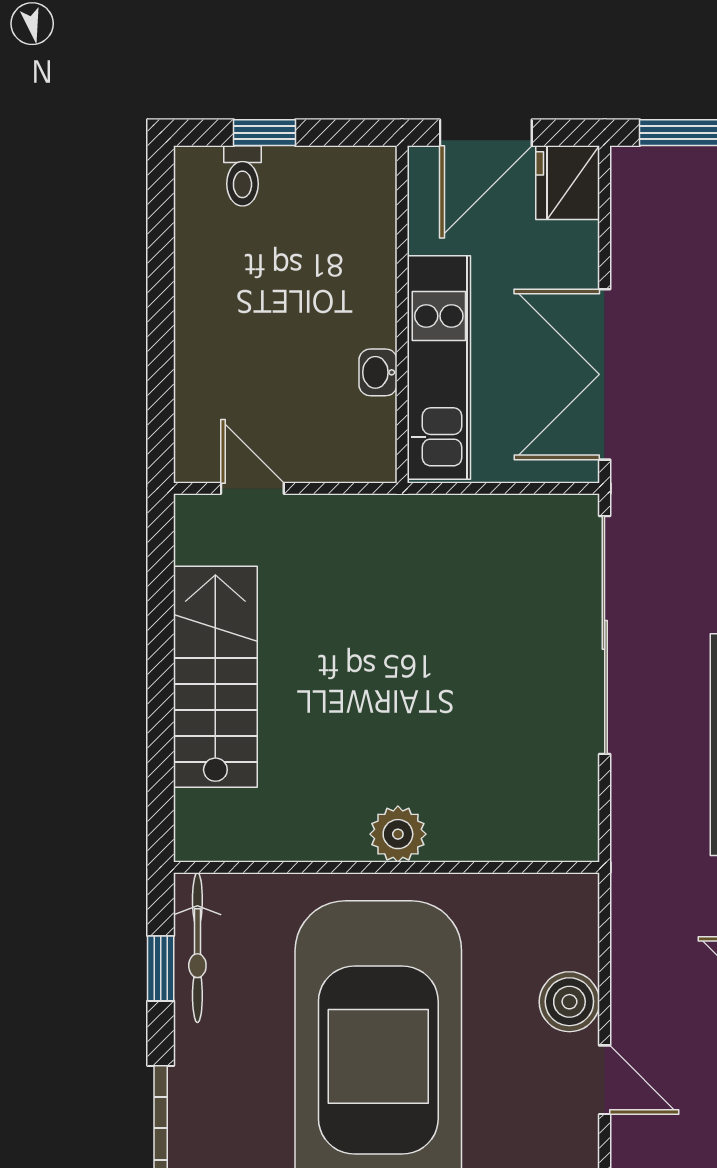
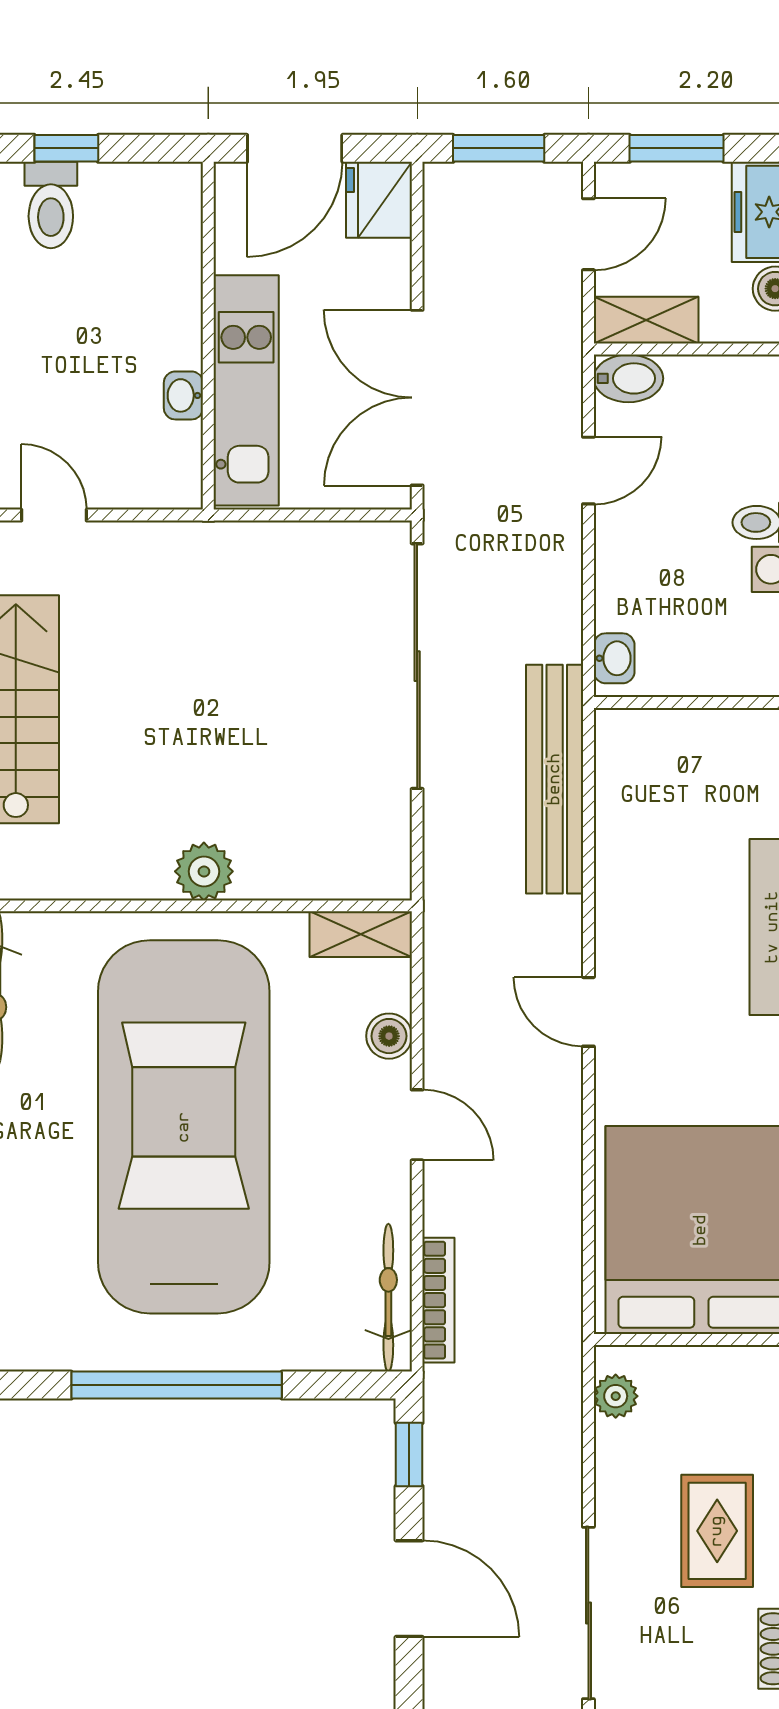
toilet: (242, 176) -> (51, 205), width x1.37, depth x1.39
shelving: (550, 895) -> (361, 934), added
boiler: (569, 1002) -> (389, 1036), width x0.73, depth x0.73

